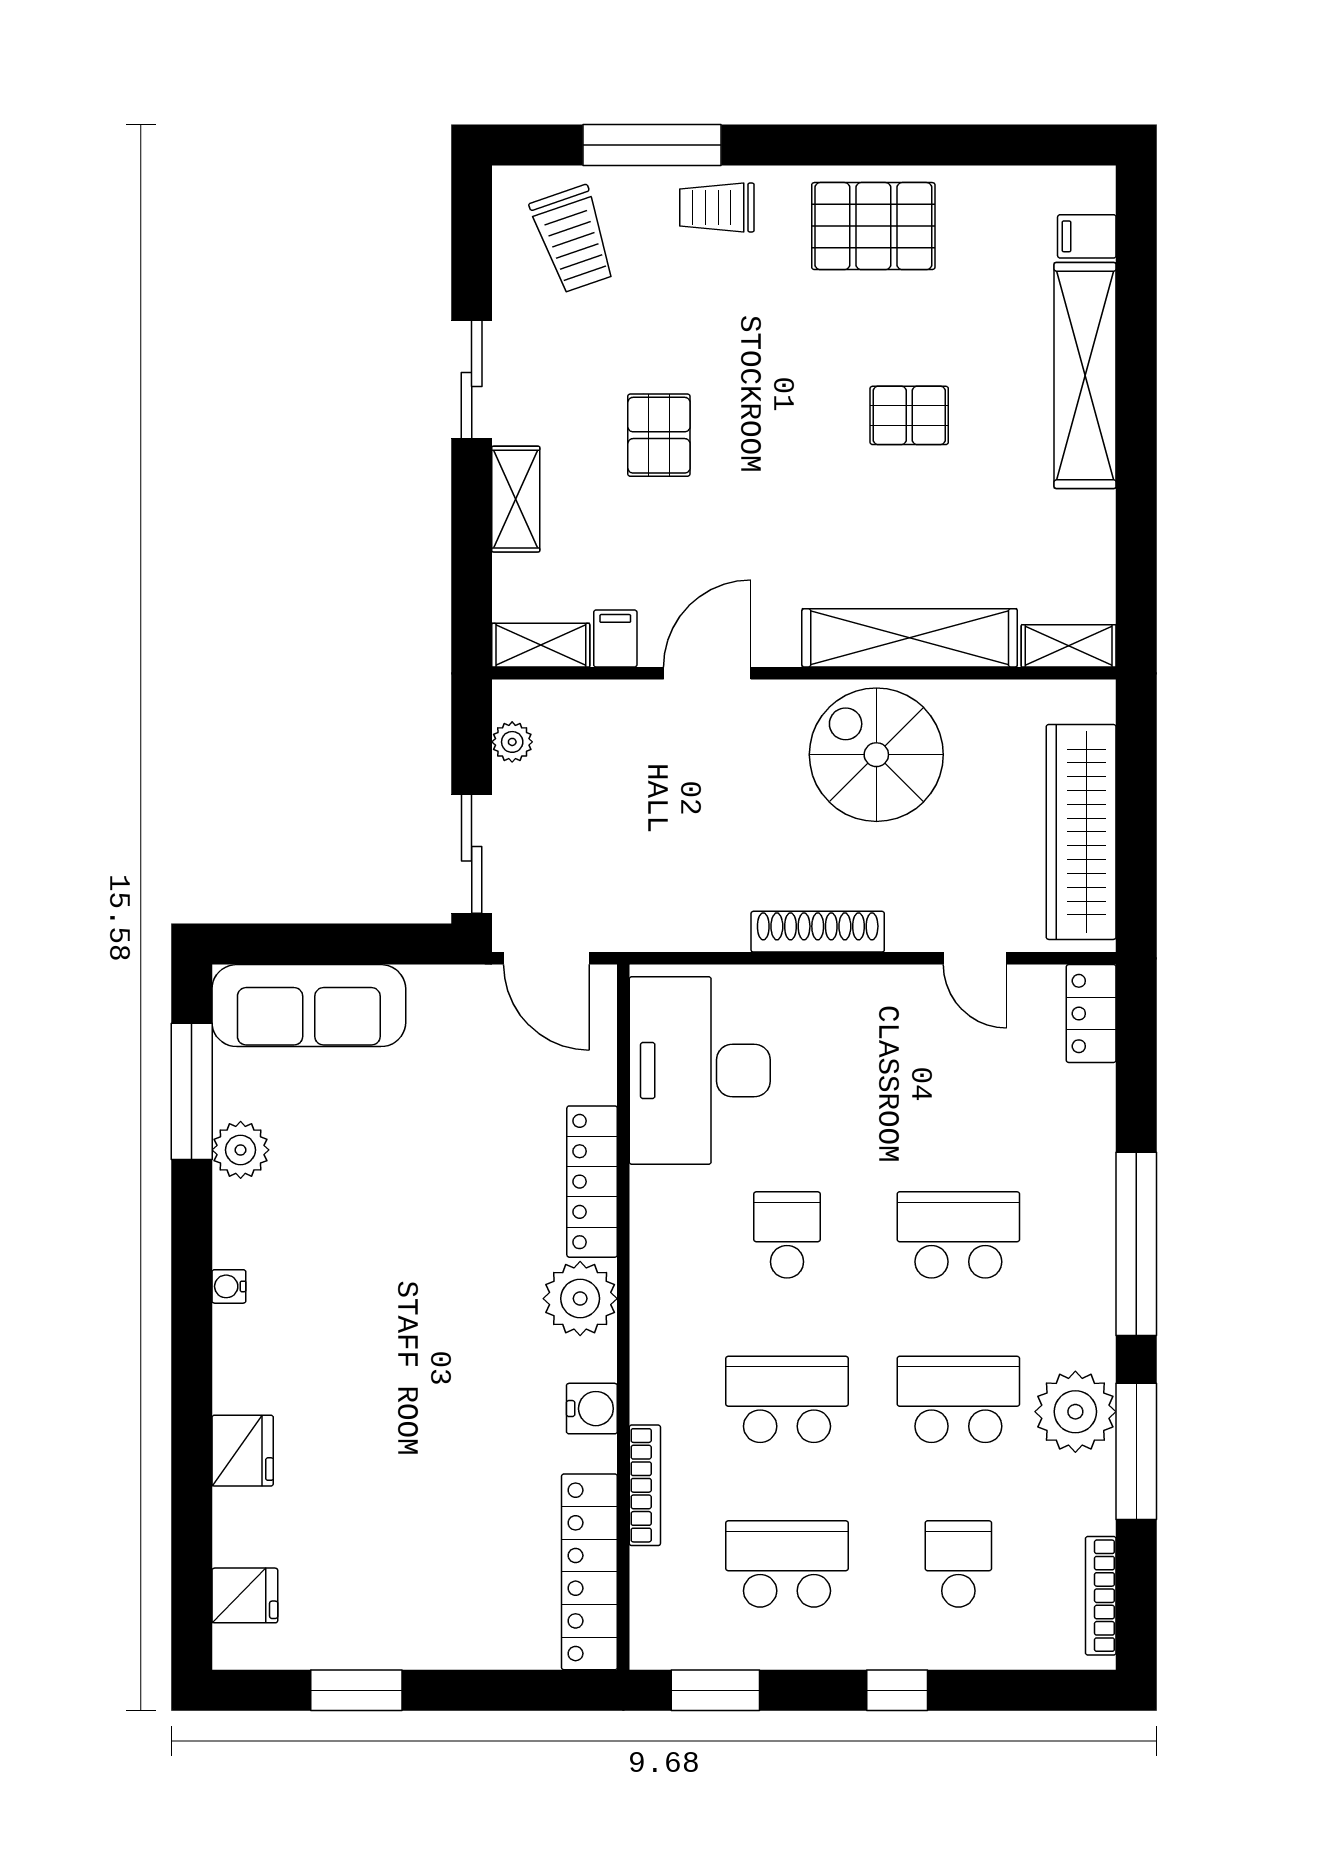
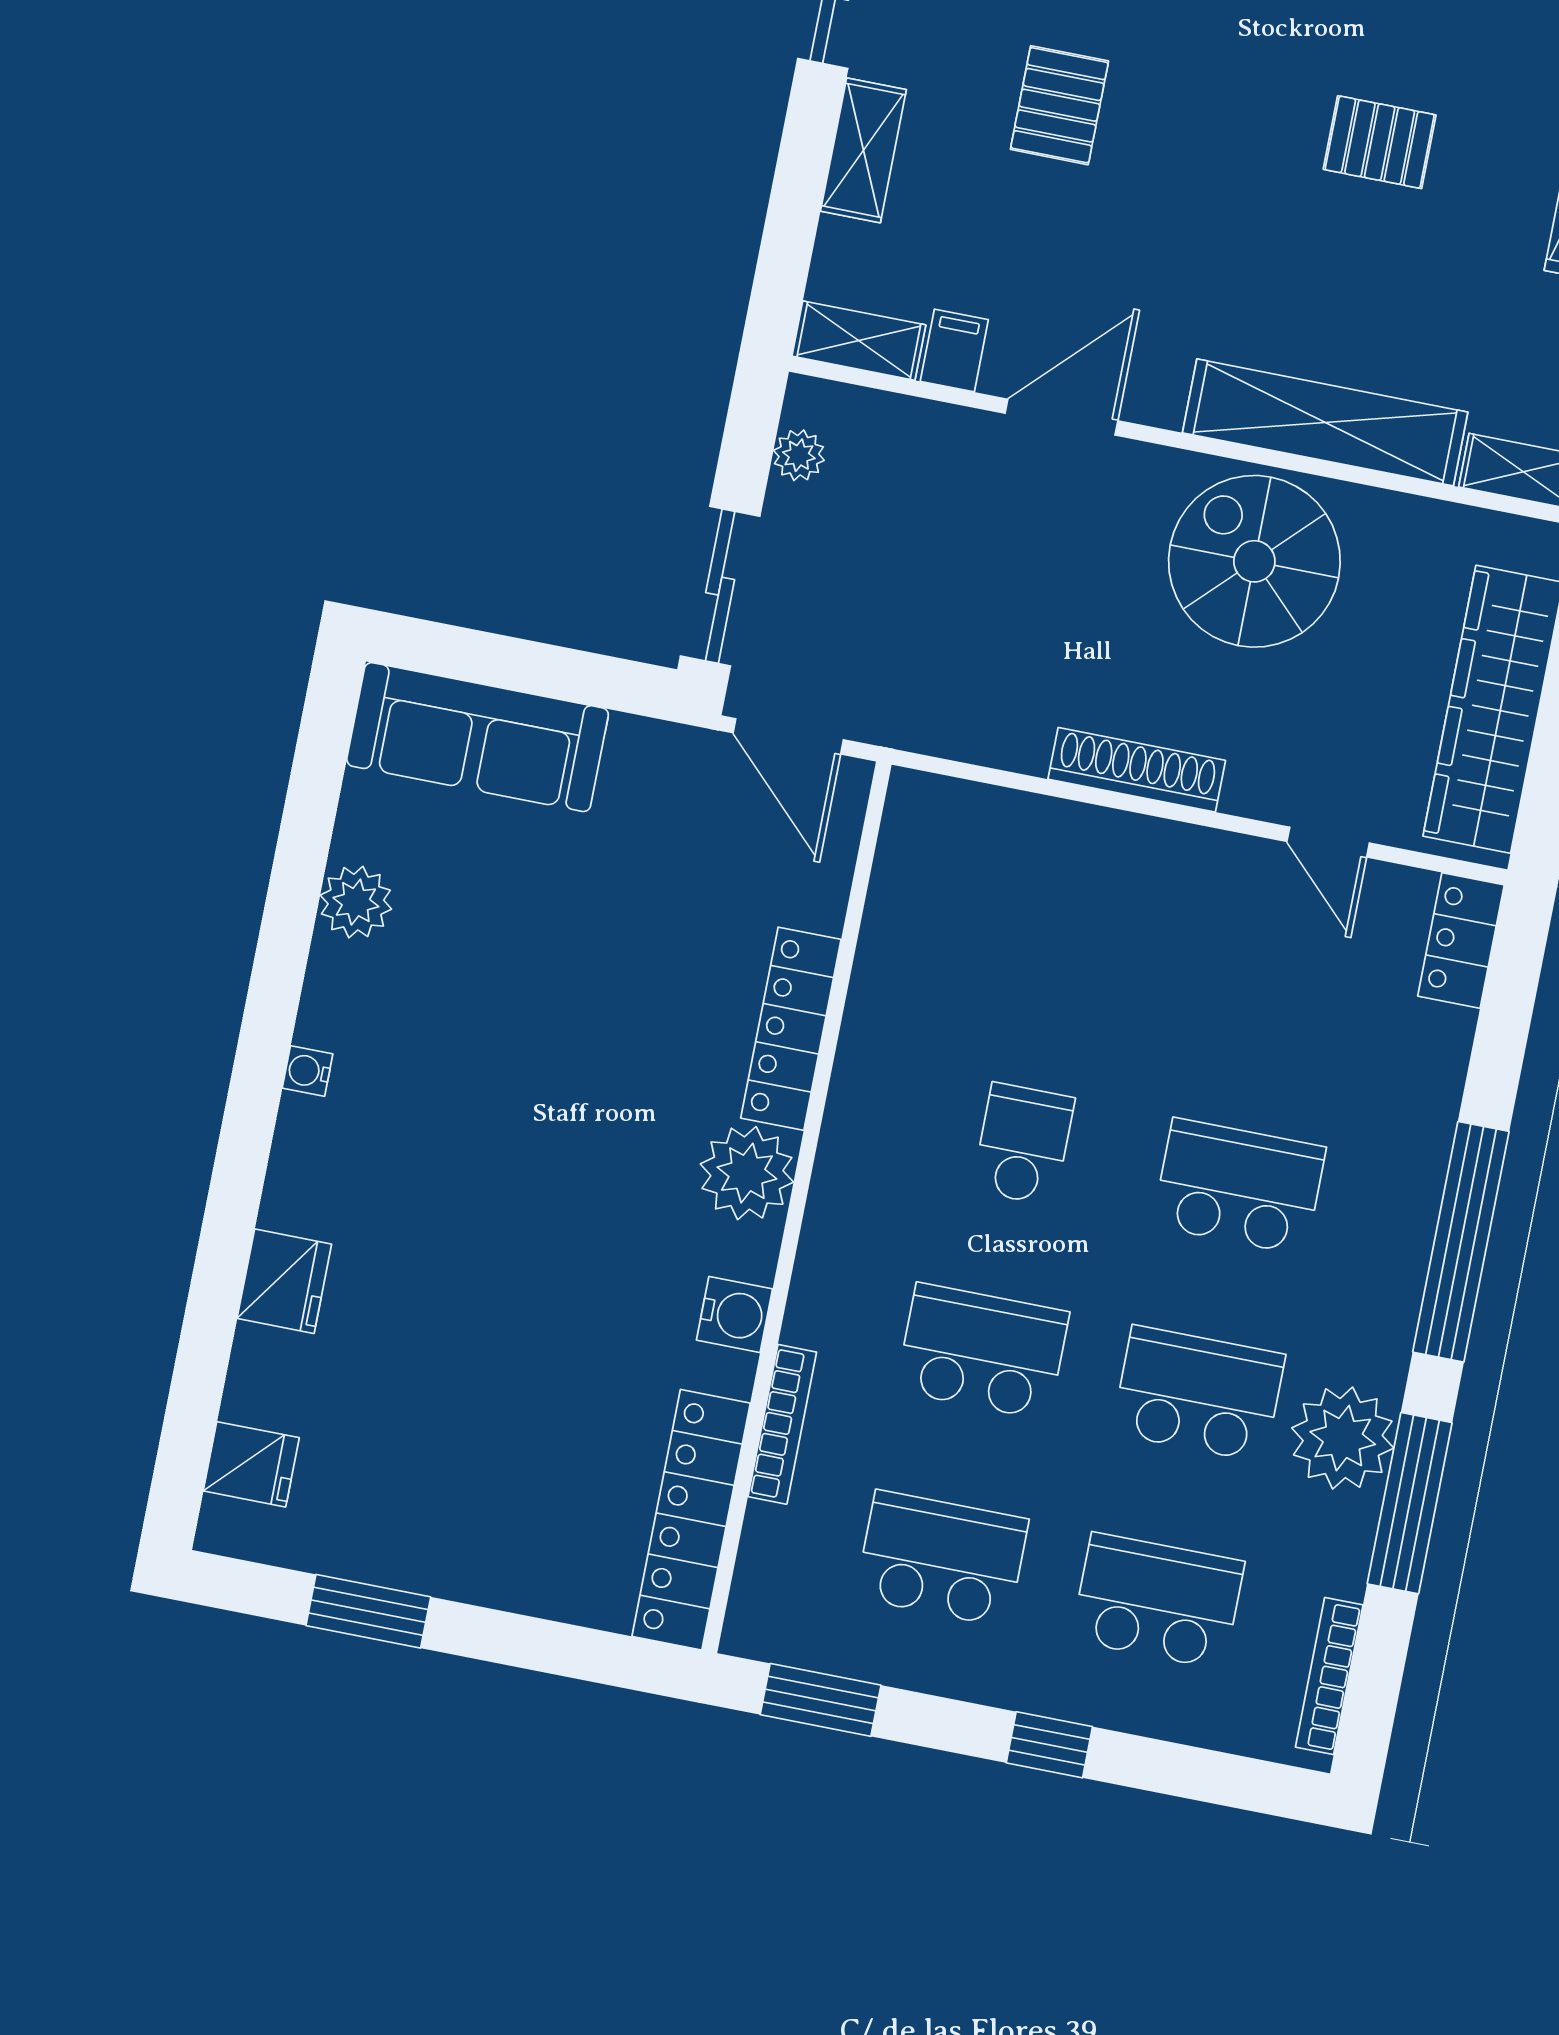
desk: (700, 1071) -> (954, 915), removed
window: (192, 1091) -> (309, 816), removed
school desk: (958, 1564) -> (1158, 1601), width x1.85

